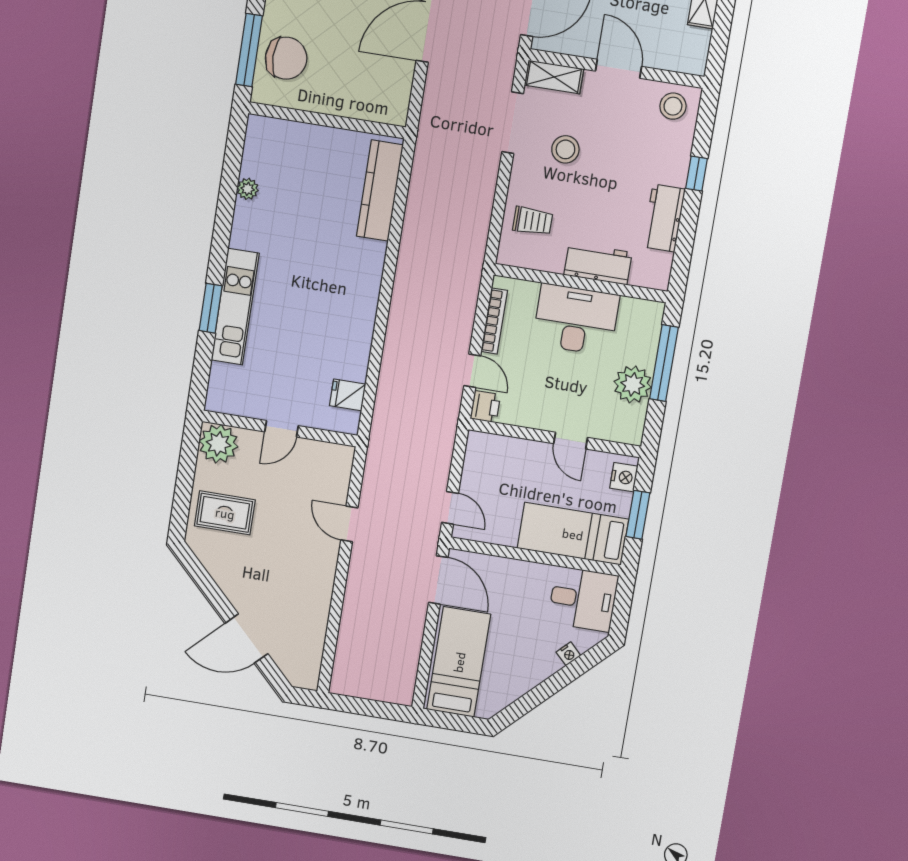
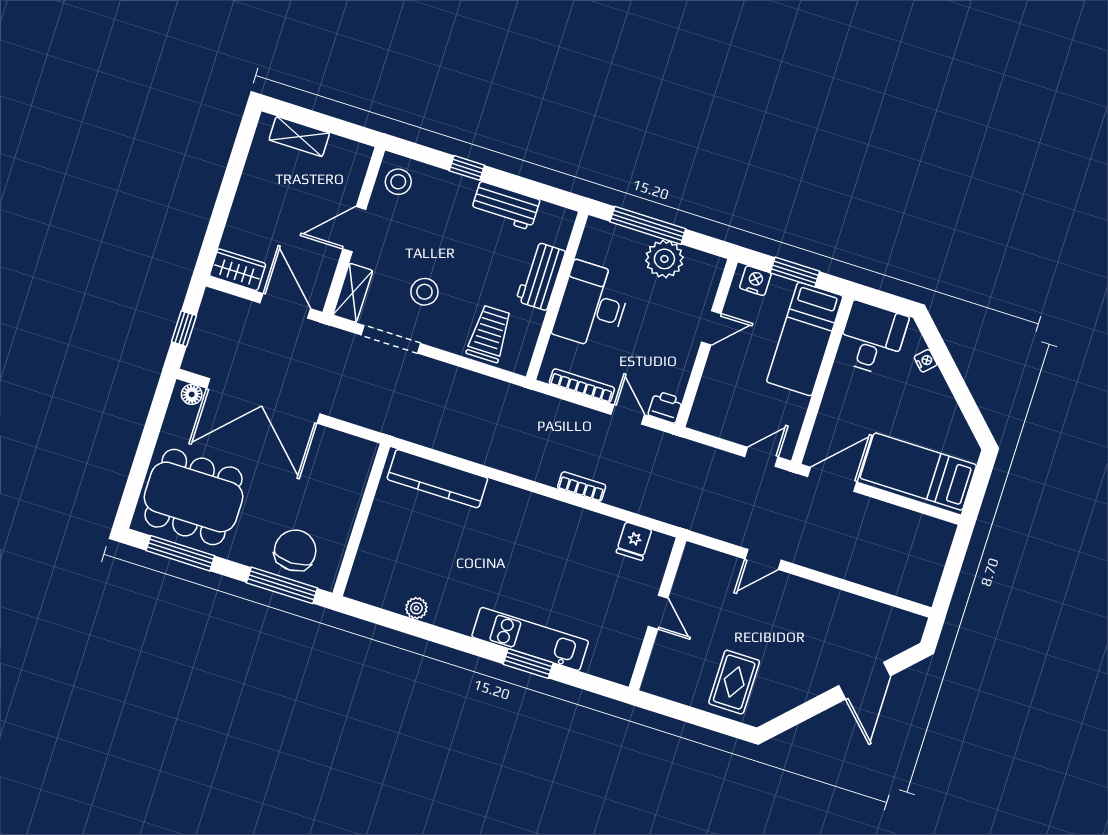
trolley: (533, 221) -> (489, 334), width x1.36, depth x1.39
bookcase: (394, 335) -> (582, 487), added
door: (472, 371) -> (628, 415), hinge flipped
plant: (219, 444) -> (664, 677), removed

